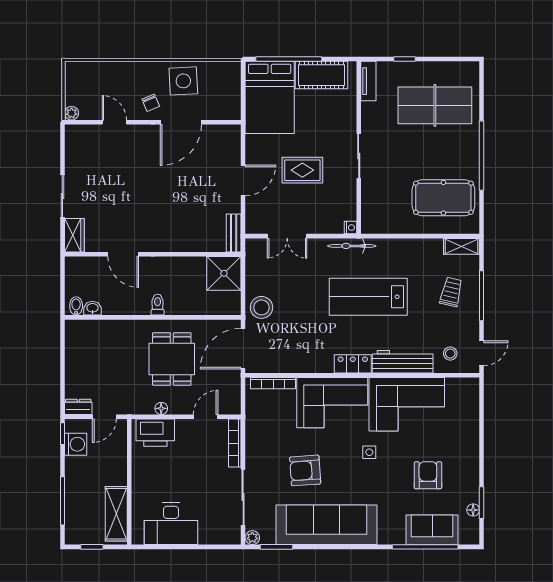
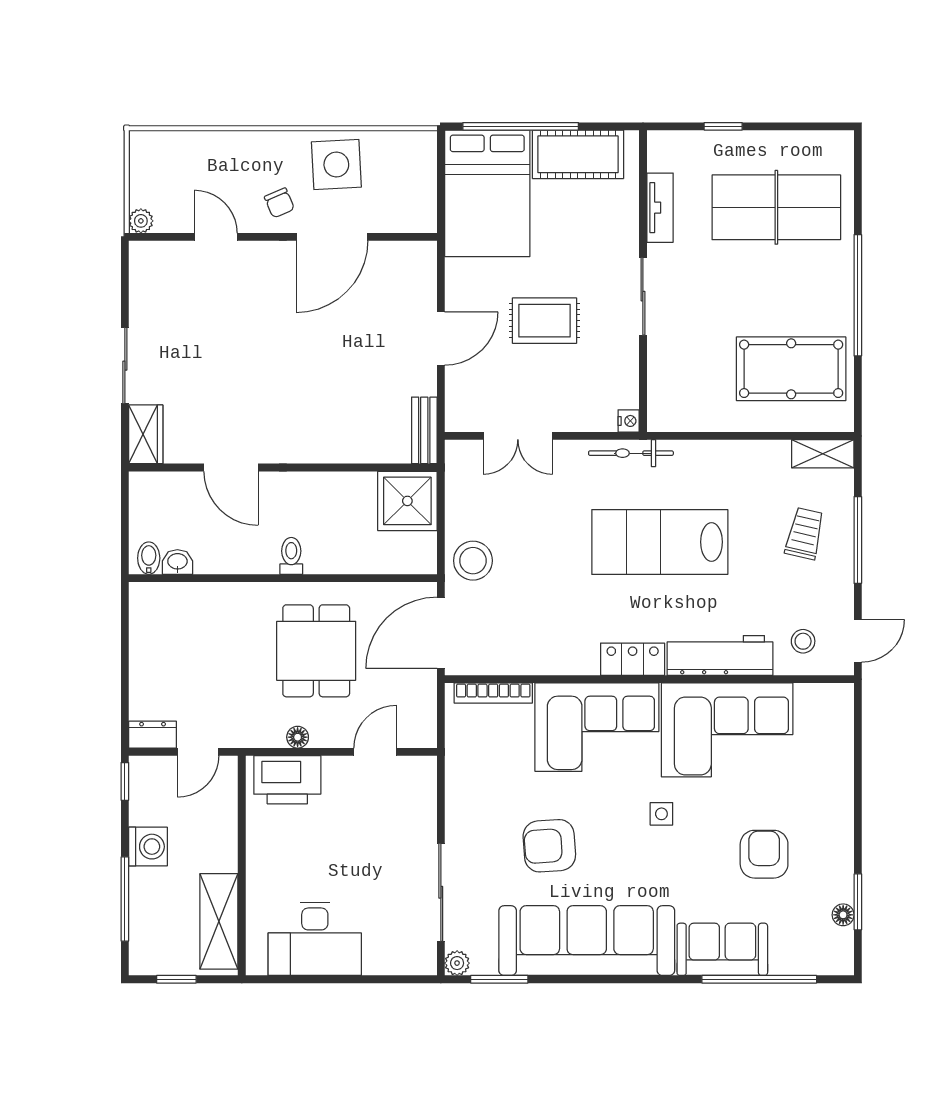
tv unit: (368, 81) -> (660, 208), moved
bookcase: (235, 443) -> (426, 798), removed
washing machine: (76, 444) -> (148, 847), moved
sofa: (432, 530) -> (722, 949), moved

